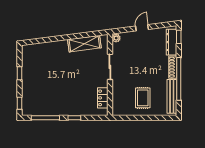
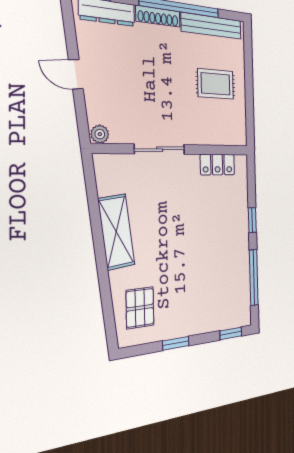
shelving: (84, 44) -> (116, 232), moved
pallet: (38, 56) -> (140, 308), added

